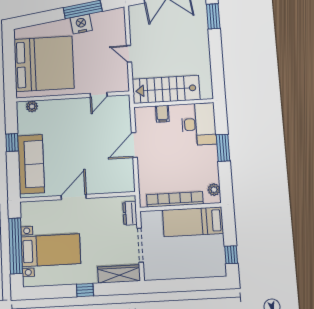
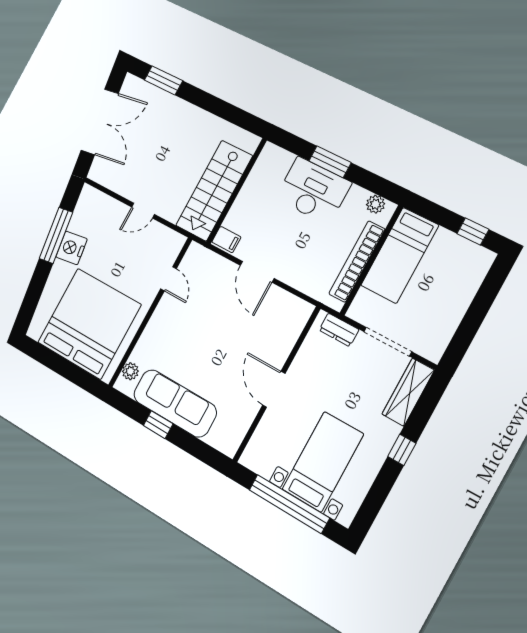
filing cabinet: (162, 114) -> (226, 240), moved
desk: (199, 124) -> (313, 191), moved
sofa: (31, 164) -> (175, 403), moved

